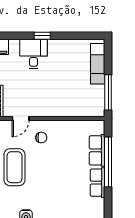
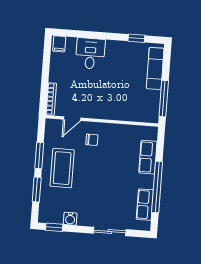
window: (42, 36) -> (136, 38), moved
window: (108, 162) -> (157, 187), moved
row of seats: (98, 183) -> (145, 205), moved

